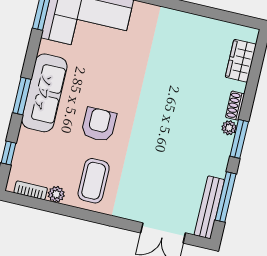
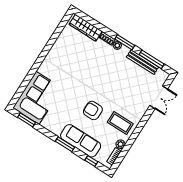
wardrobe: (241, 61) -> (86, 28), width x1.50
sofa: (44, 93) -> (81, 141), moved
bench: (209, 207) -> (142, 62), moved

